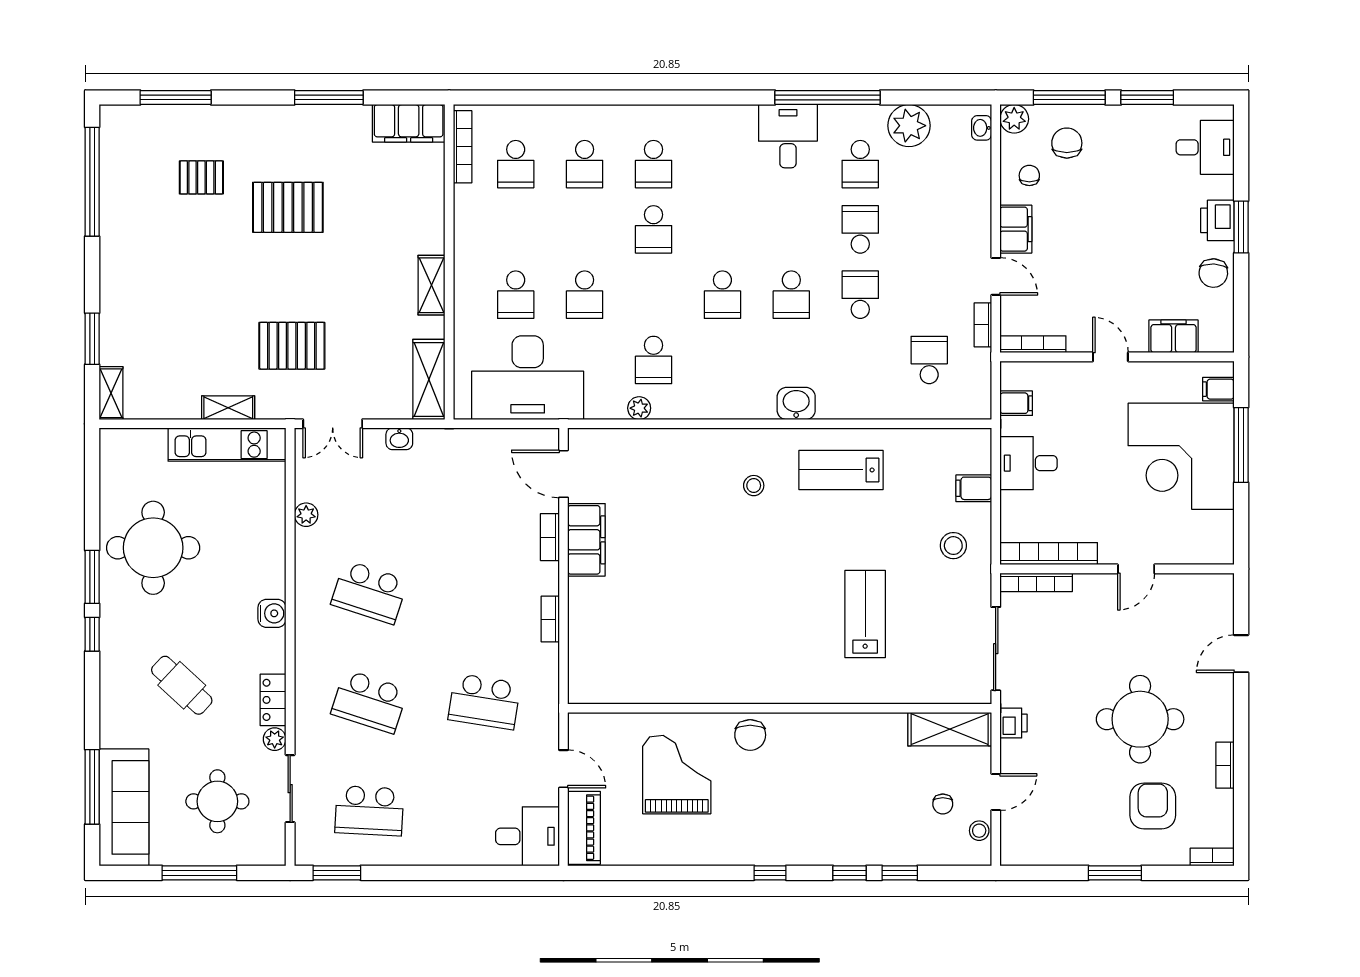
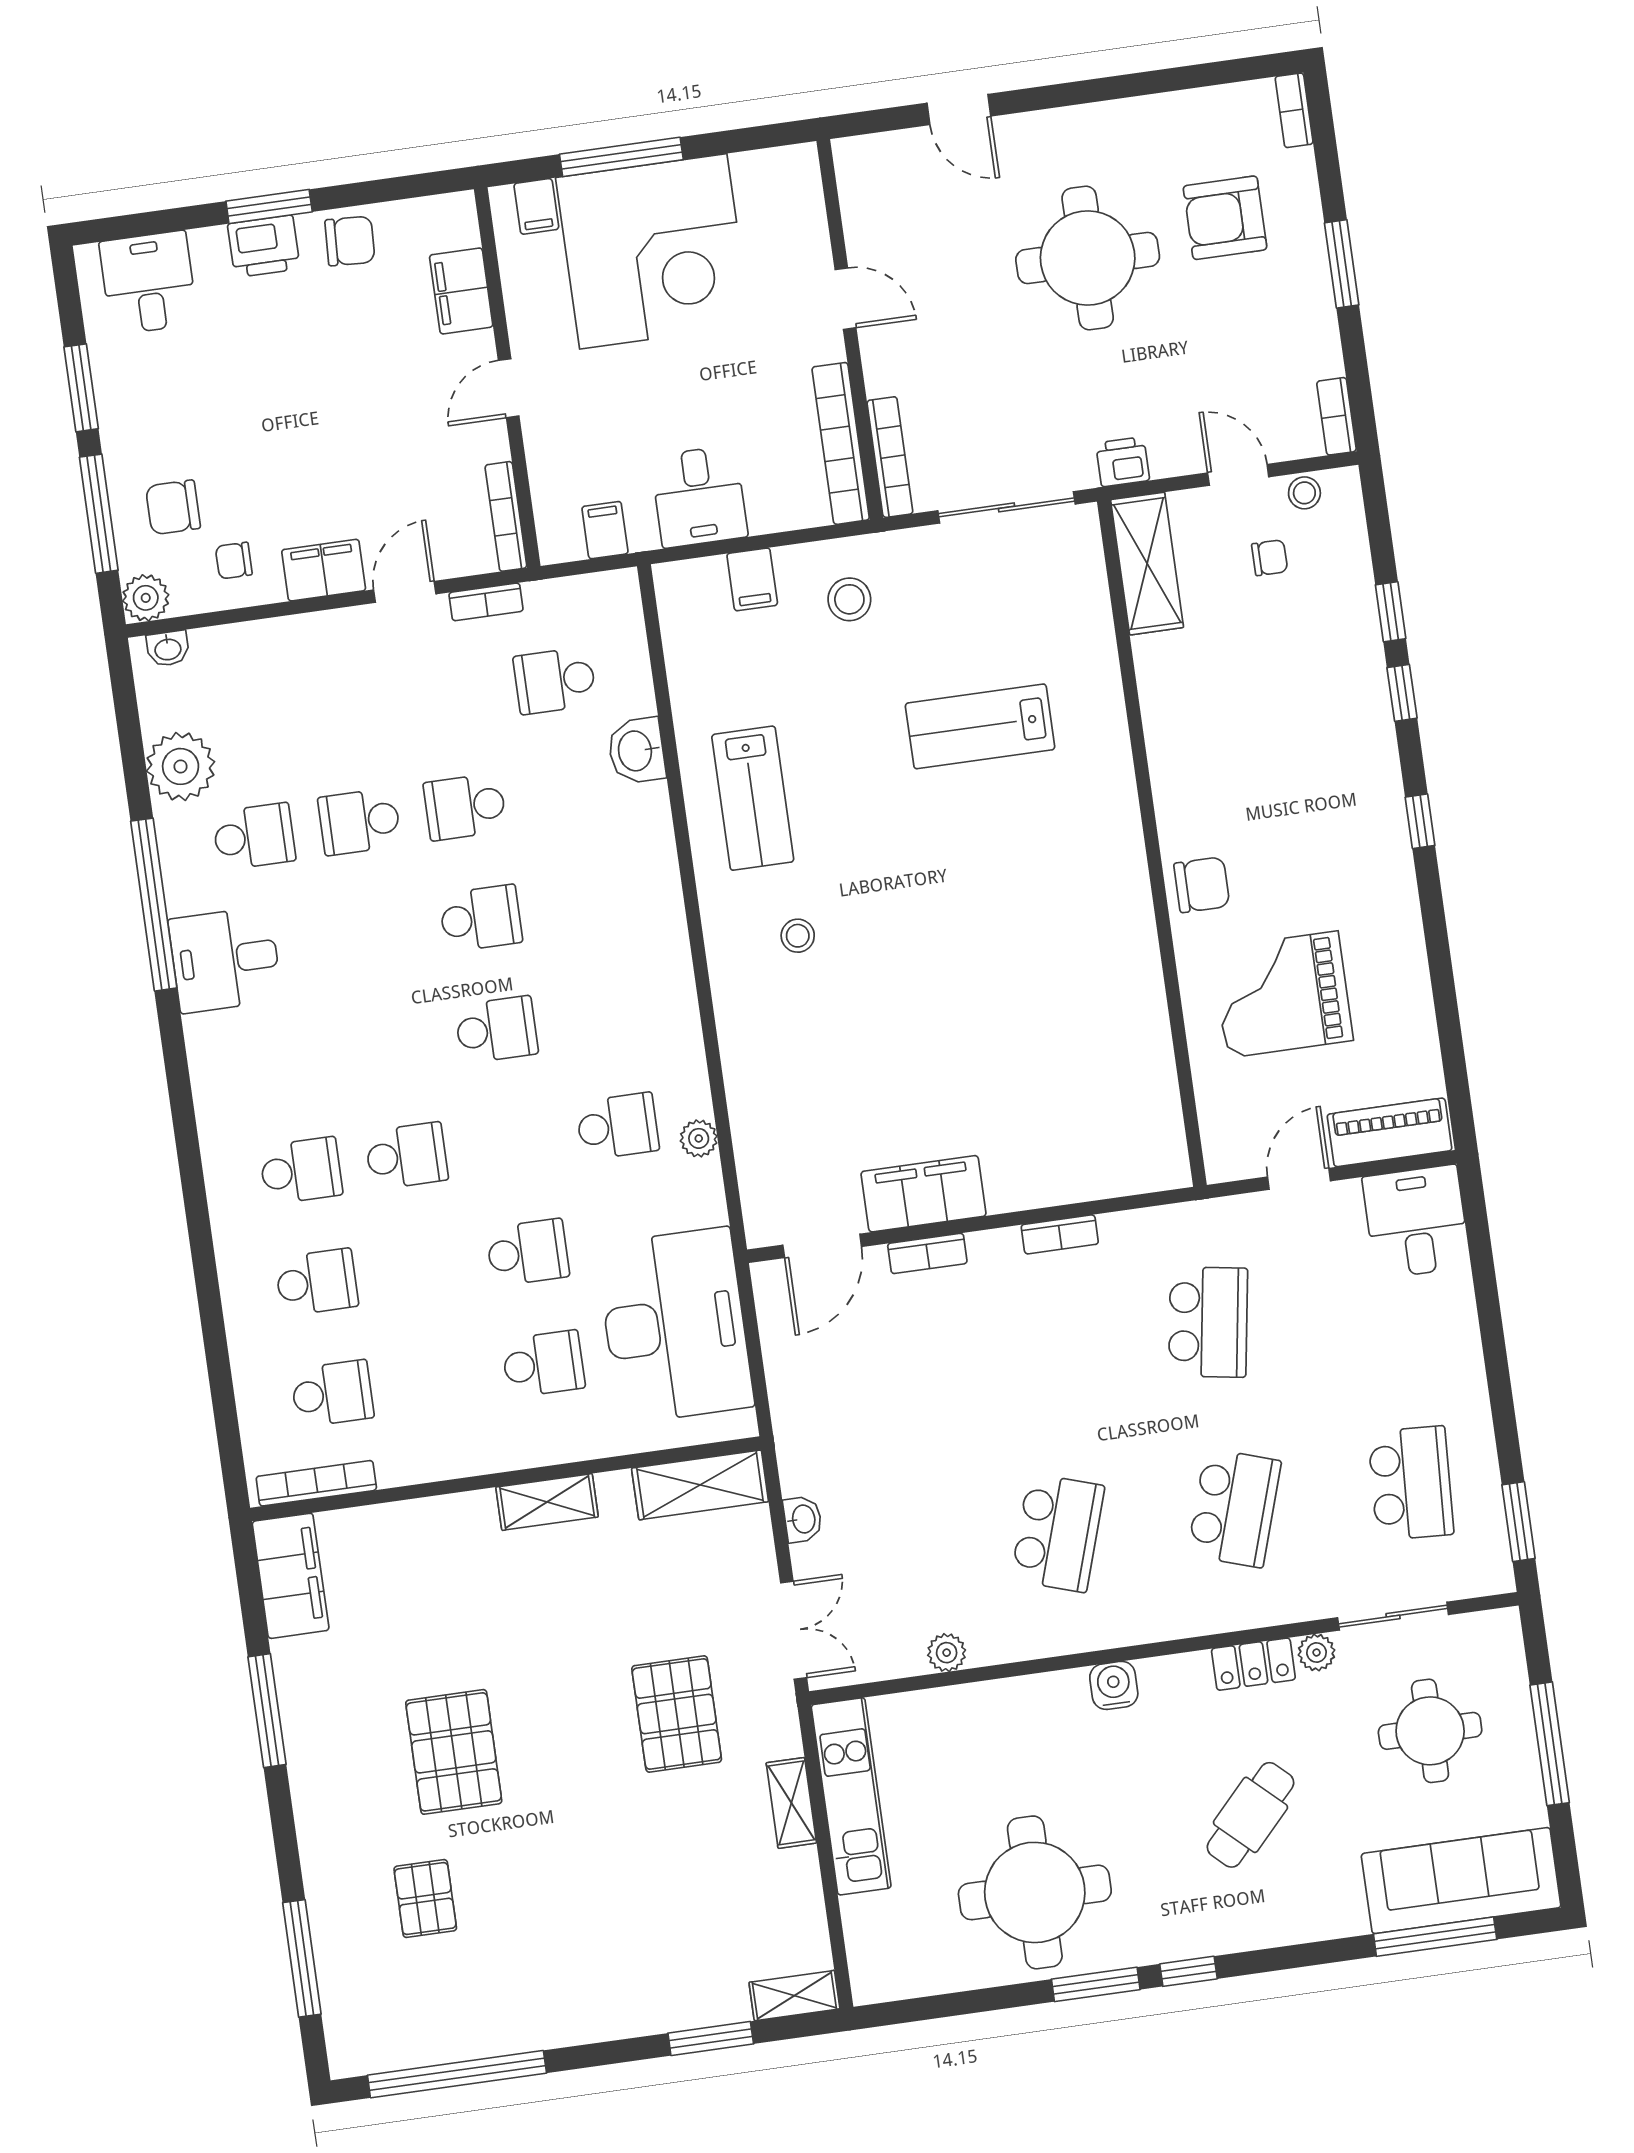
washbasin: (796, 403) -> (636, 751), moved
bookcase: (1225, 765) -> (1337, 416), moved, turned 90

